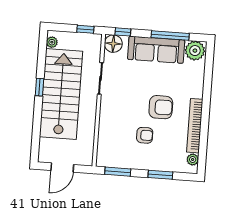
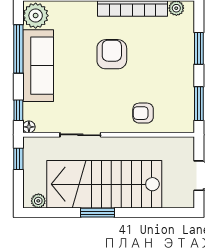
floor lamp: (113, 44) -> (29, 127), width x0.53, depth x0.53
window: (40, 87) -> (97, 213), width x1.50
armchair: (145, 135) -> (143, 113), moved, turned -90

